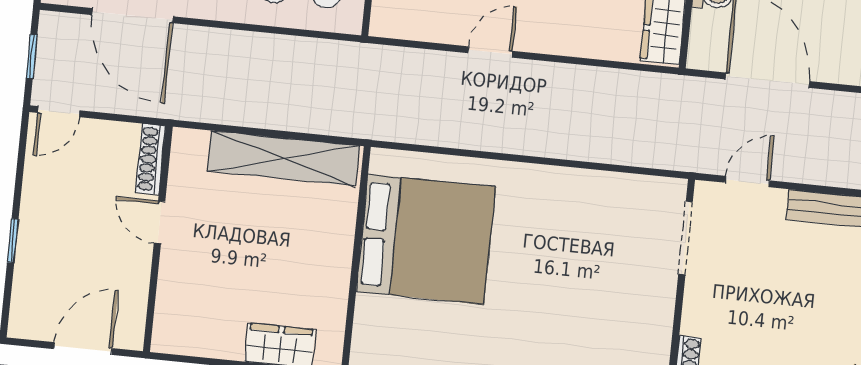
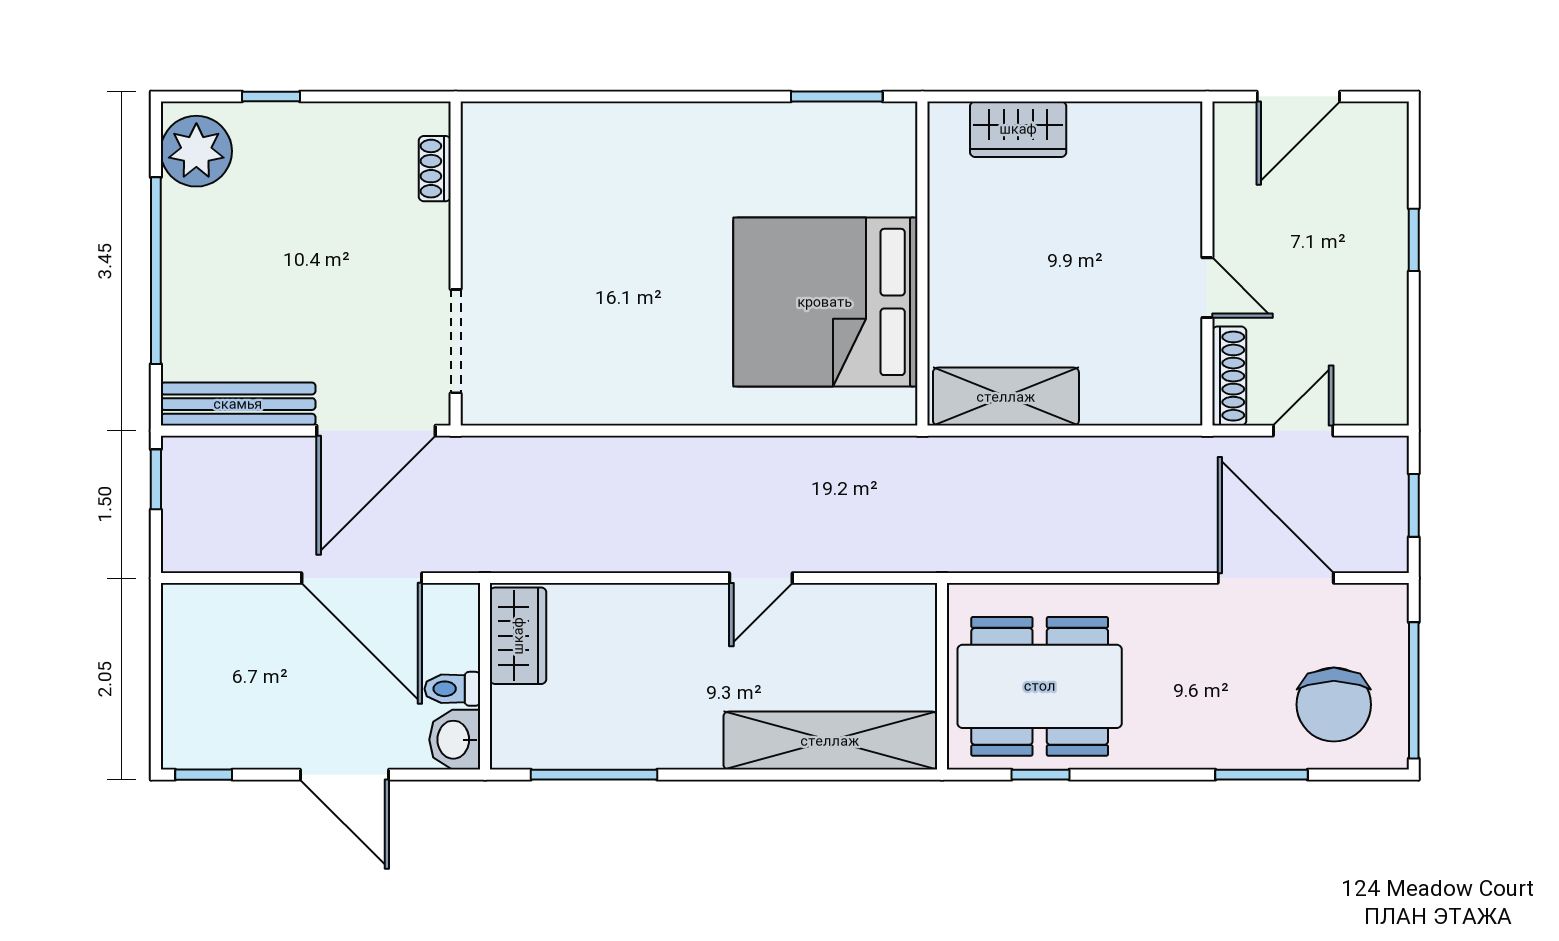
door: (59, 112) -> (1303, 431), moved
shelving: (284, 158) -> (1006, 397), width x0.68
door: (747, 182) -> (376, 431), width x1.87

